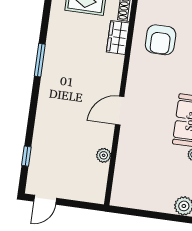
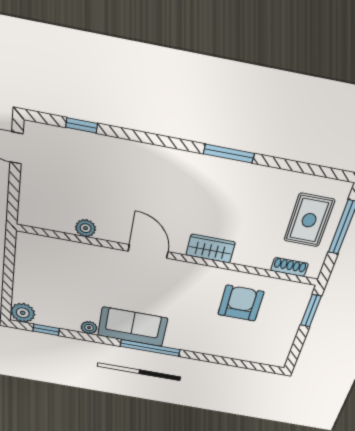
wardrobe: (118, 38) -> (211, 249), moved
armchair: (161, 40) -> (241, 303), turned 90

